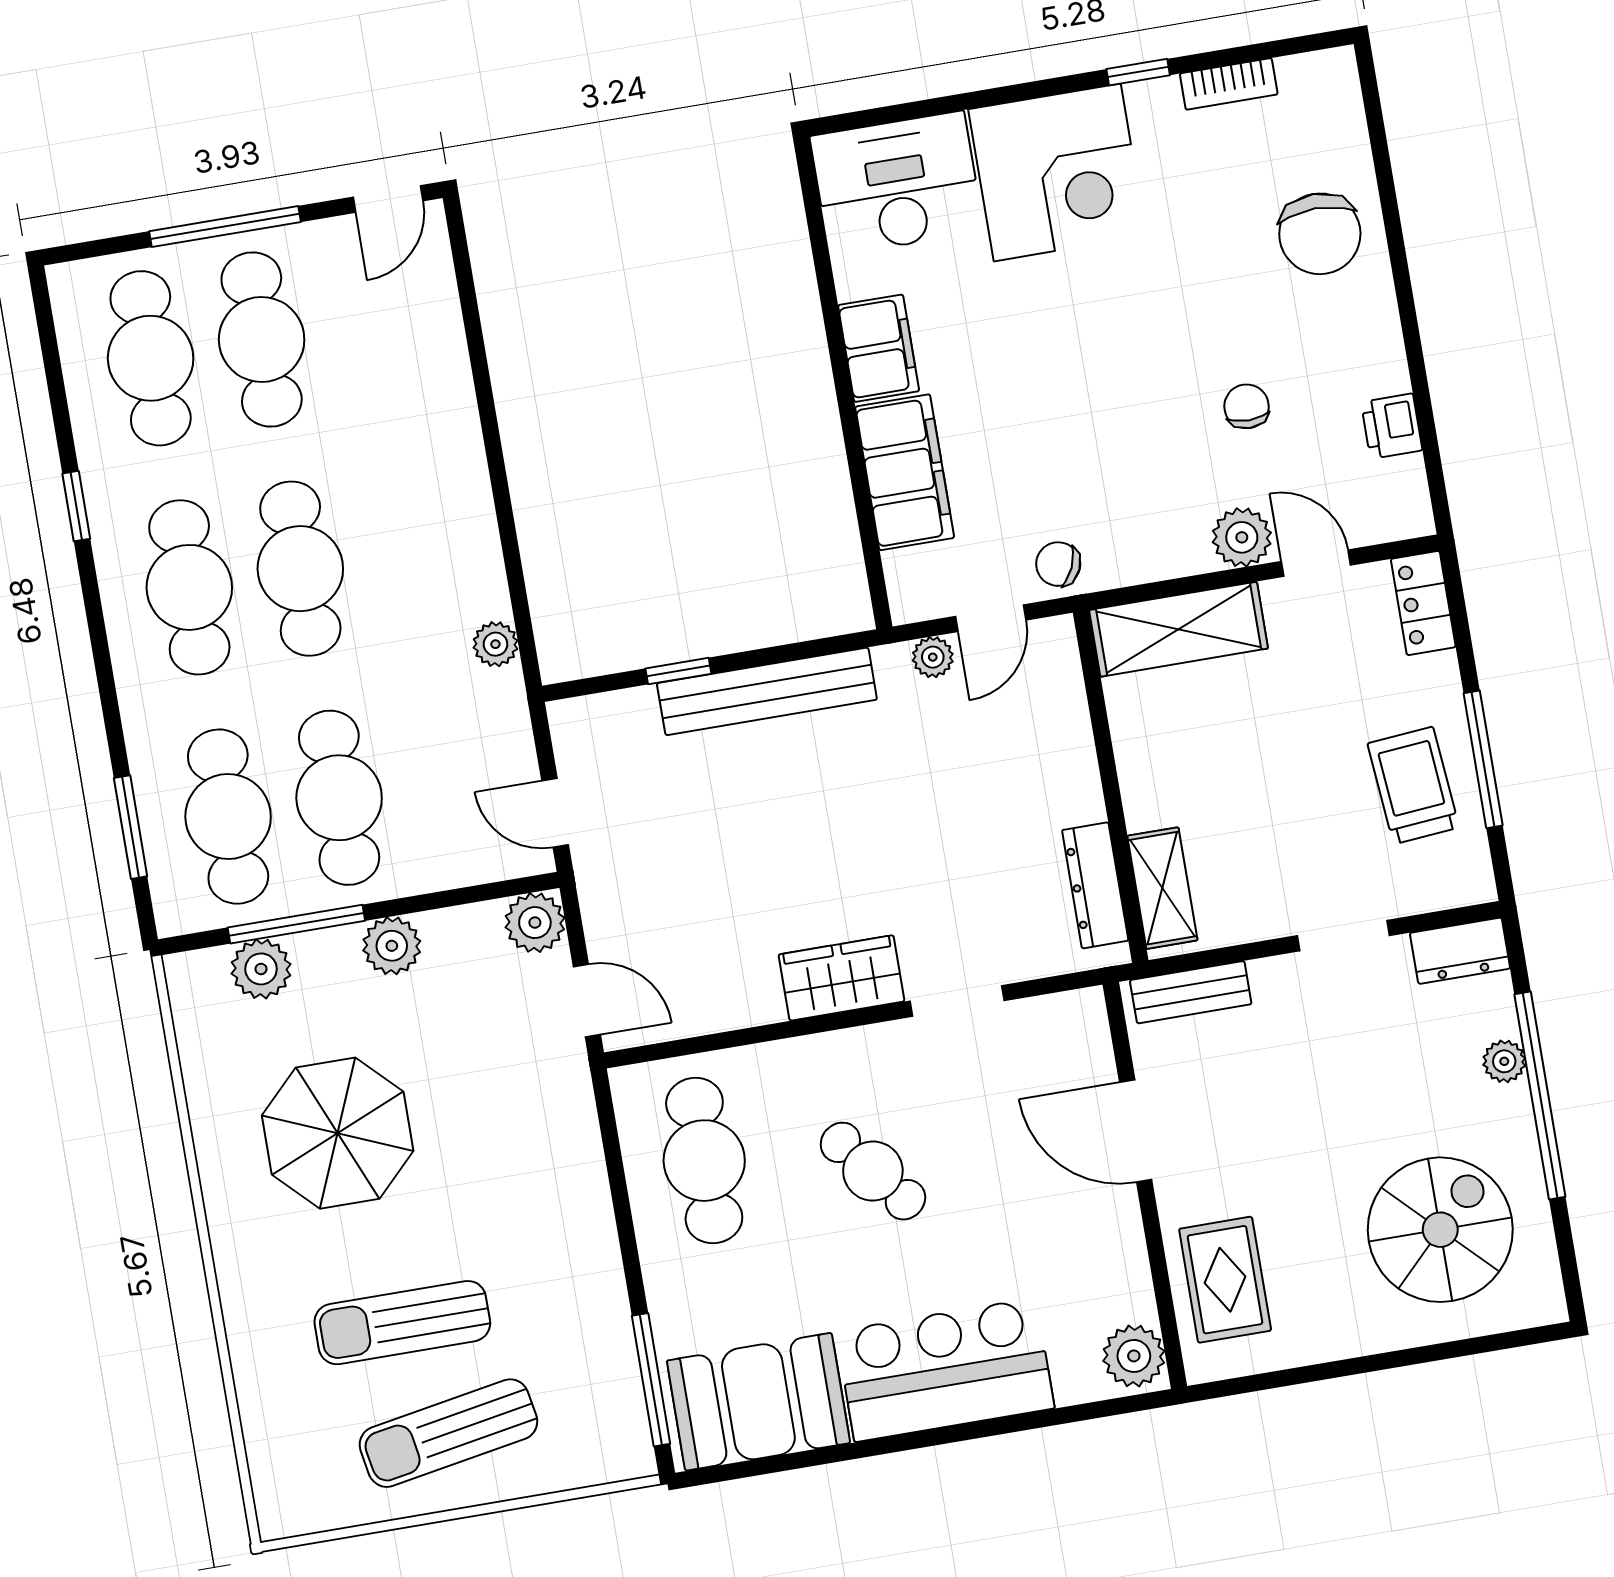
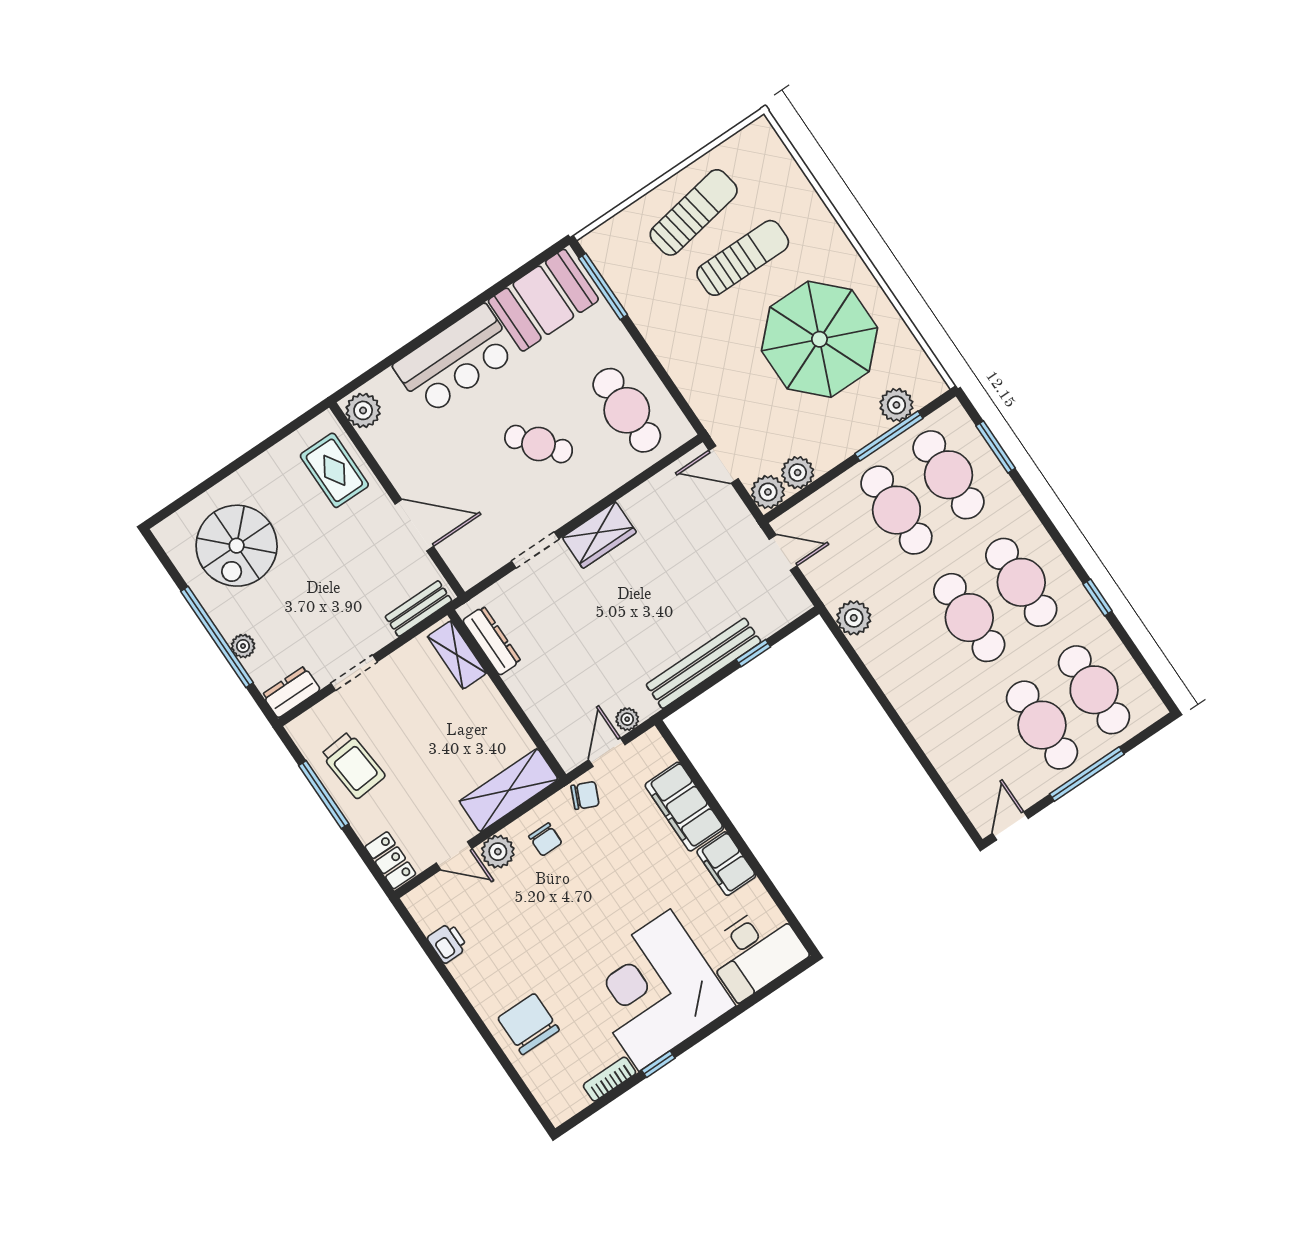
corner desk: (1057, 172) -> (655, 990), width x1.36, depth x1.36
chair: (1246, 406) -> (545, 840), moved
plant: (495, 644) -> (854, 618), width x1.38, depth x1.38
plant: (392, 946) -> (798, 473), moved
parasol: (338, 1133) -> (819, 339), width x1.36, depth x1.36

